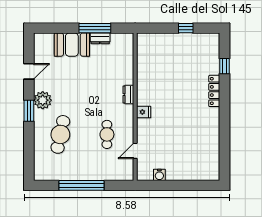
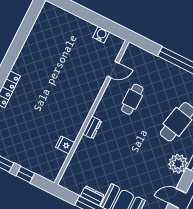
window: (164, 28) -> (25, 175), added
fridge: (144, 112) -> (65, 145), moved

